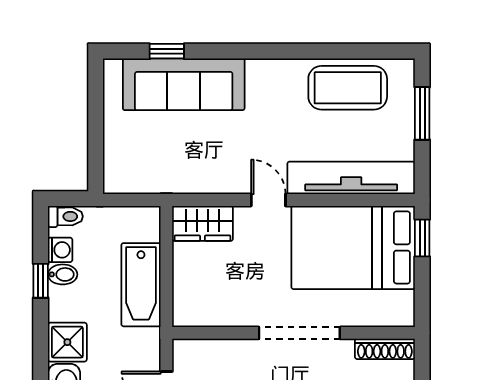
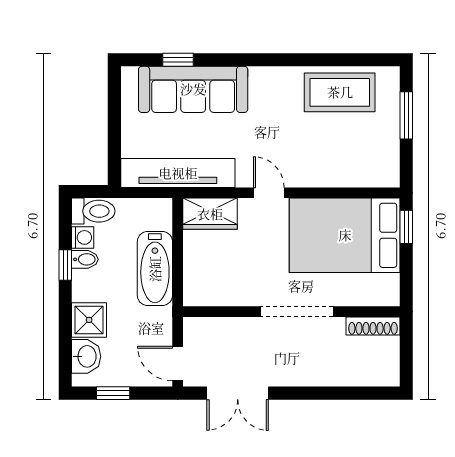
tv unit: (351, 178) -> (178, 173), moved
toilet: (65, 216) -> (93, 211), width x1.37, depth x1.39

